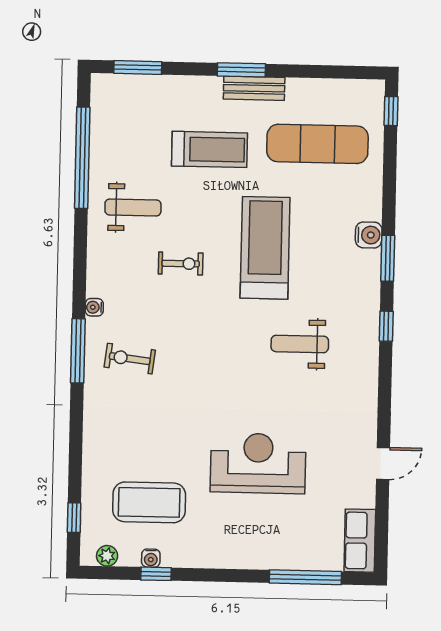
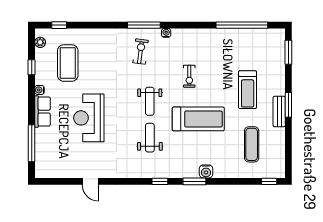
exercise mat: (317, 144) -> (252, 144), width x0.73, depth x0.69
weight bench: (133, 207) -> (150, 101), moved
reception desk: (258, 463) -> (89, 118), turned 180
row of seats: (360, 541) -> (42, 112), moved, turned 90
water cooler: (151, 558) -> (39, 90), moved

